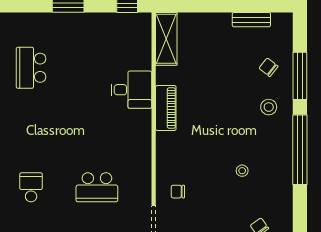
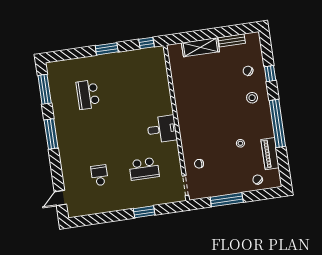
shelving: (166, 39) -> (200, 47), moved, turned 90
window: (300, 76) -> (270, 74), width x0.46
desk: (131, 90) -> (162, 129), moved
piano: (166, 108) -> (270, 154), moved, turned 180

